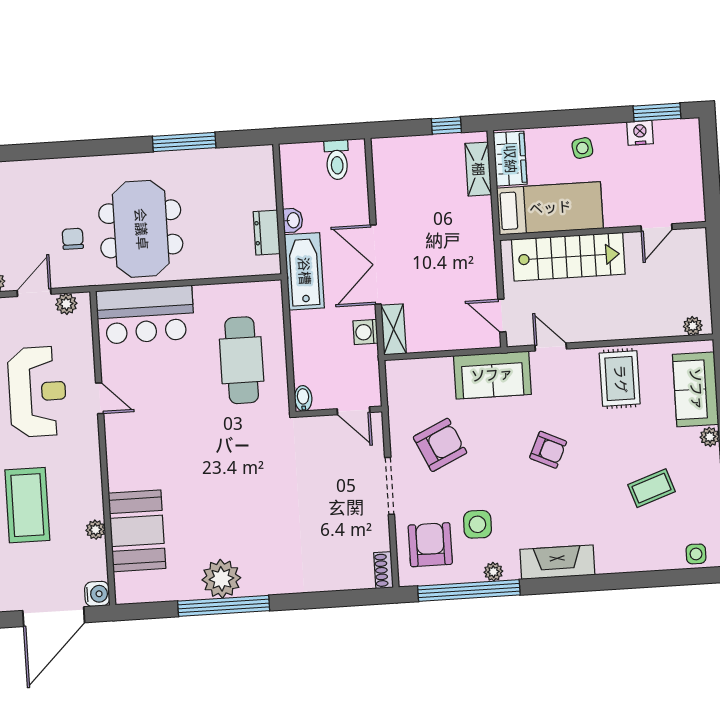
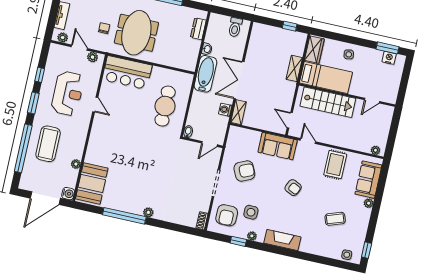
nightstand: (640, 133) -> (389, 58), moved
shelving: (478, 169) -> (294, 68), moved
dresser: (267, 233) -> (198, 29), moved
door: (34, 292) -> (79, 48), hinge flipped
door: (354, 411) -> (209, 144), hinge flipped
booth: (137, 531) -> (92, 183), moved
armchair: (430, 545) -> (227, 215), turned 180
plant: (221, 579) -> (148, 212), moved, width x0.53, depth x0.53
window: (469, 590) -> (238, 241), width x0.32

